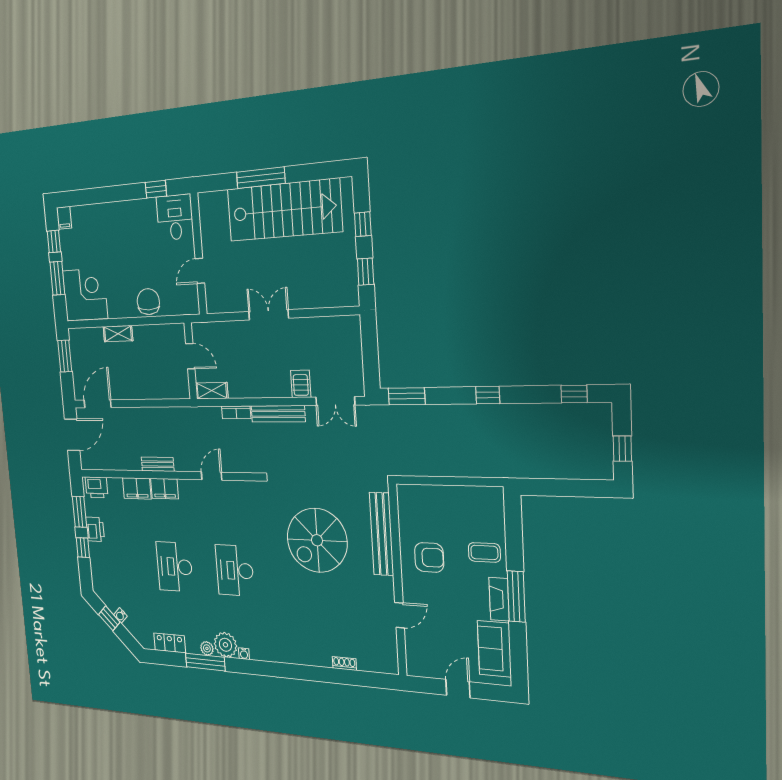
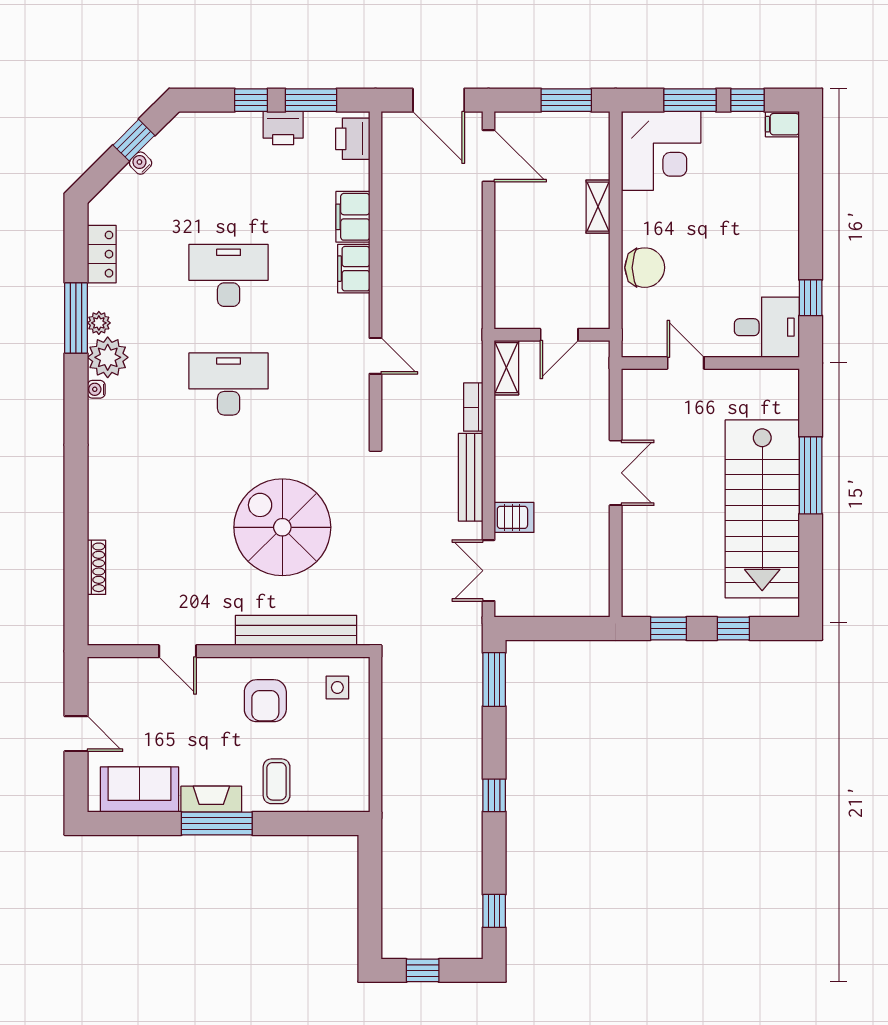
bench: (158, 464) -> (392, 260), removed
side table: (418, 507) -> (337, 687), added
shoe rack: (344, 663) -> (96, 567), width x1.43

